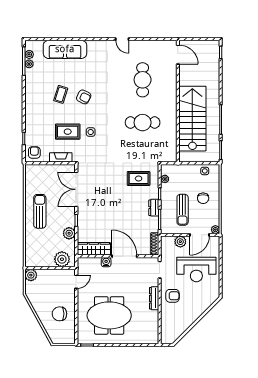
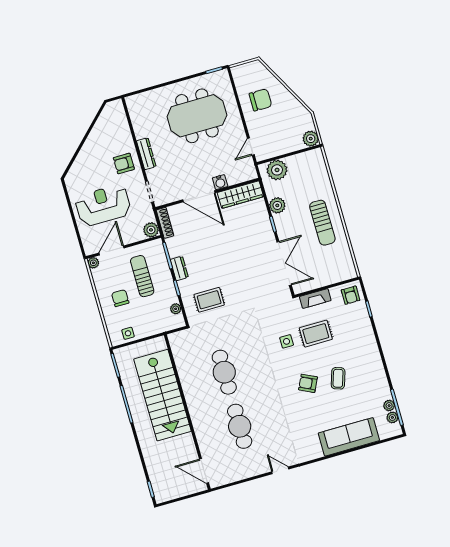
cafe table: (143, 123) -> (224, 372), turned 90
plant: (180, 242) -> (151, 230), moved

